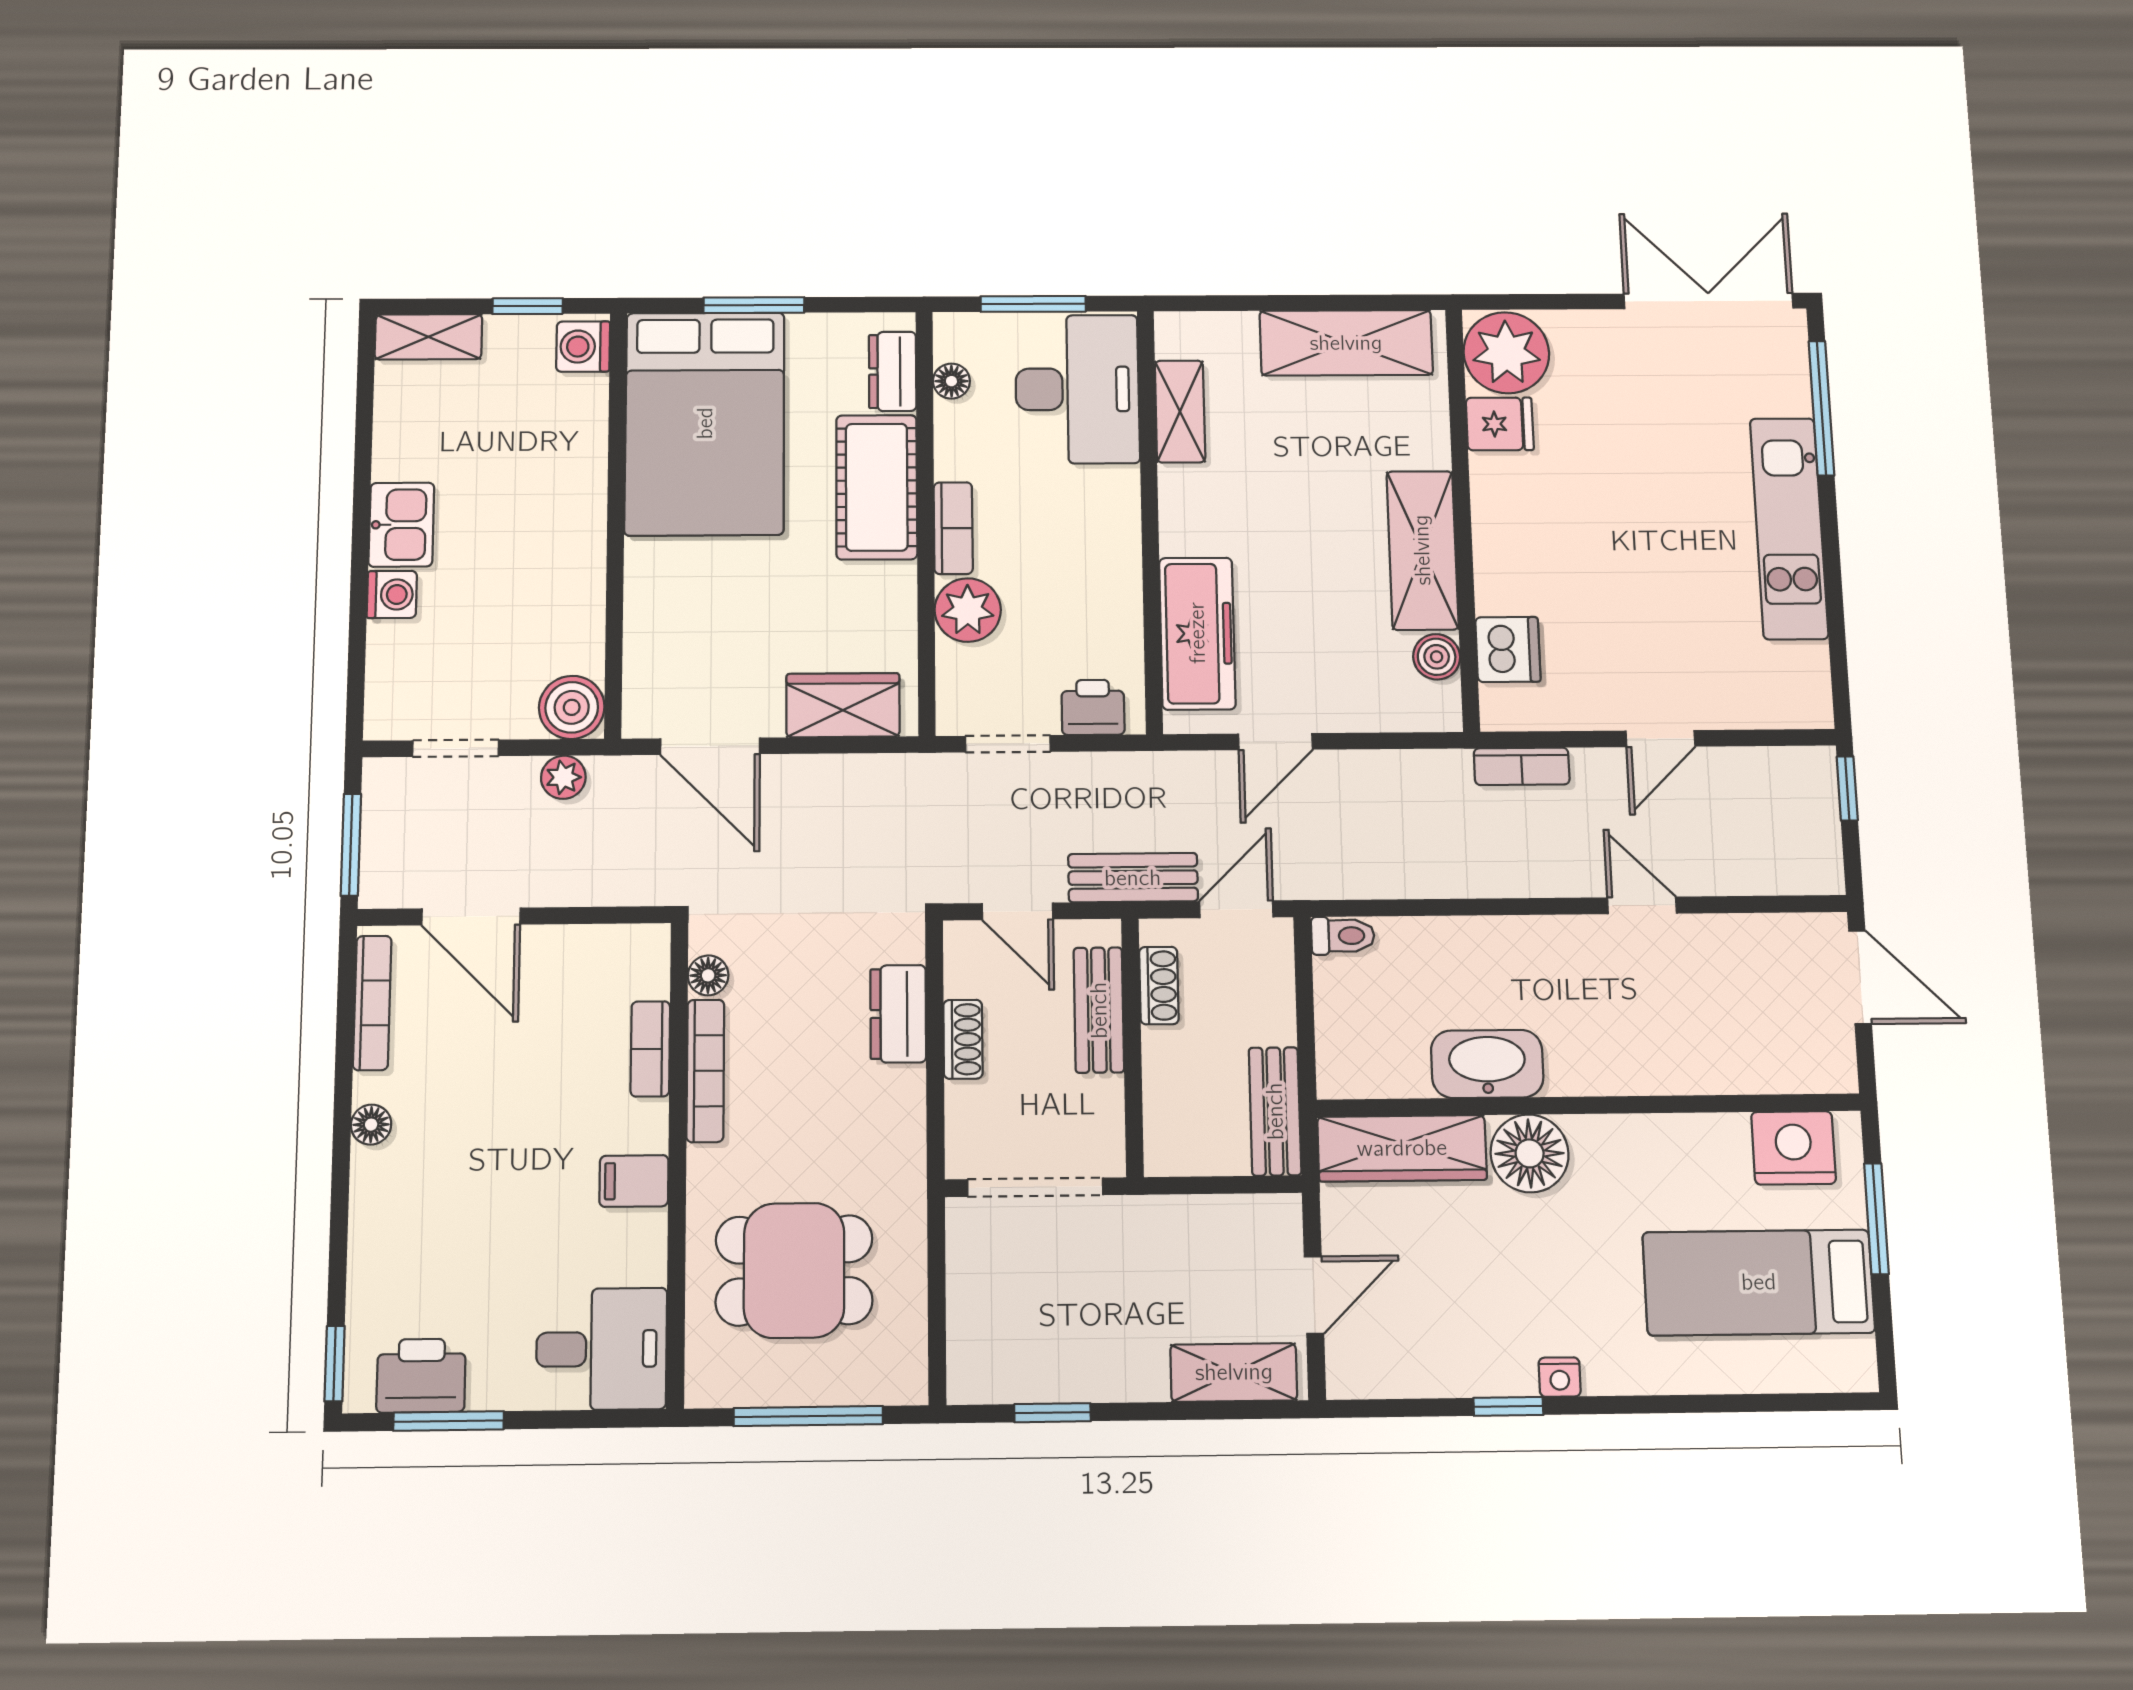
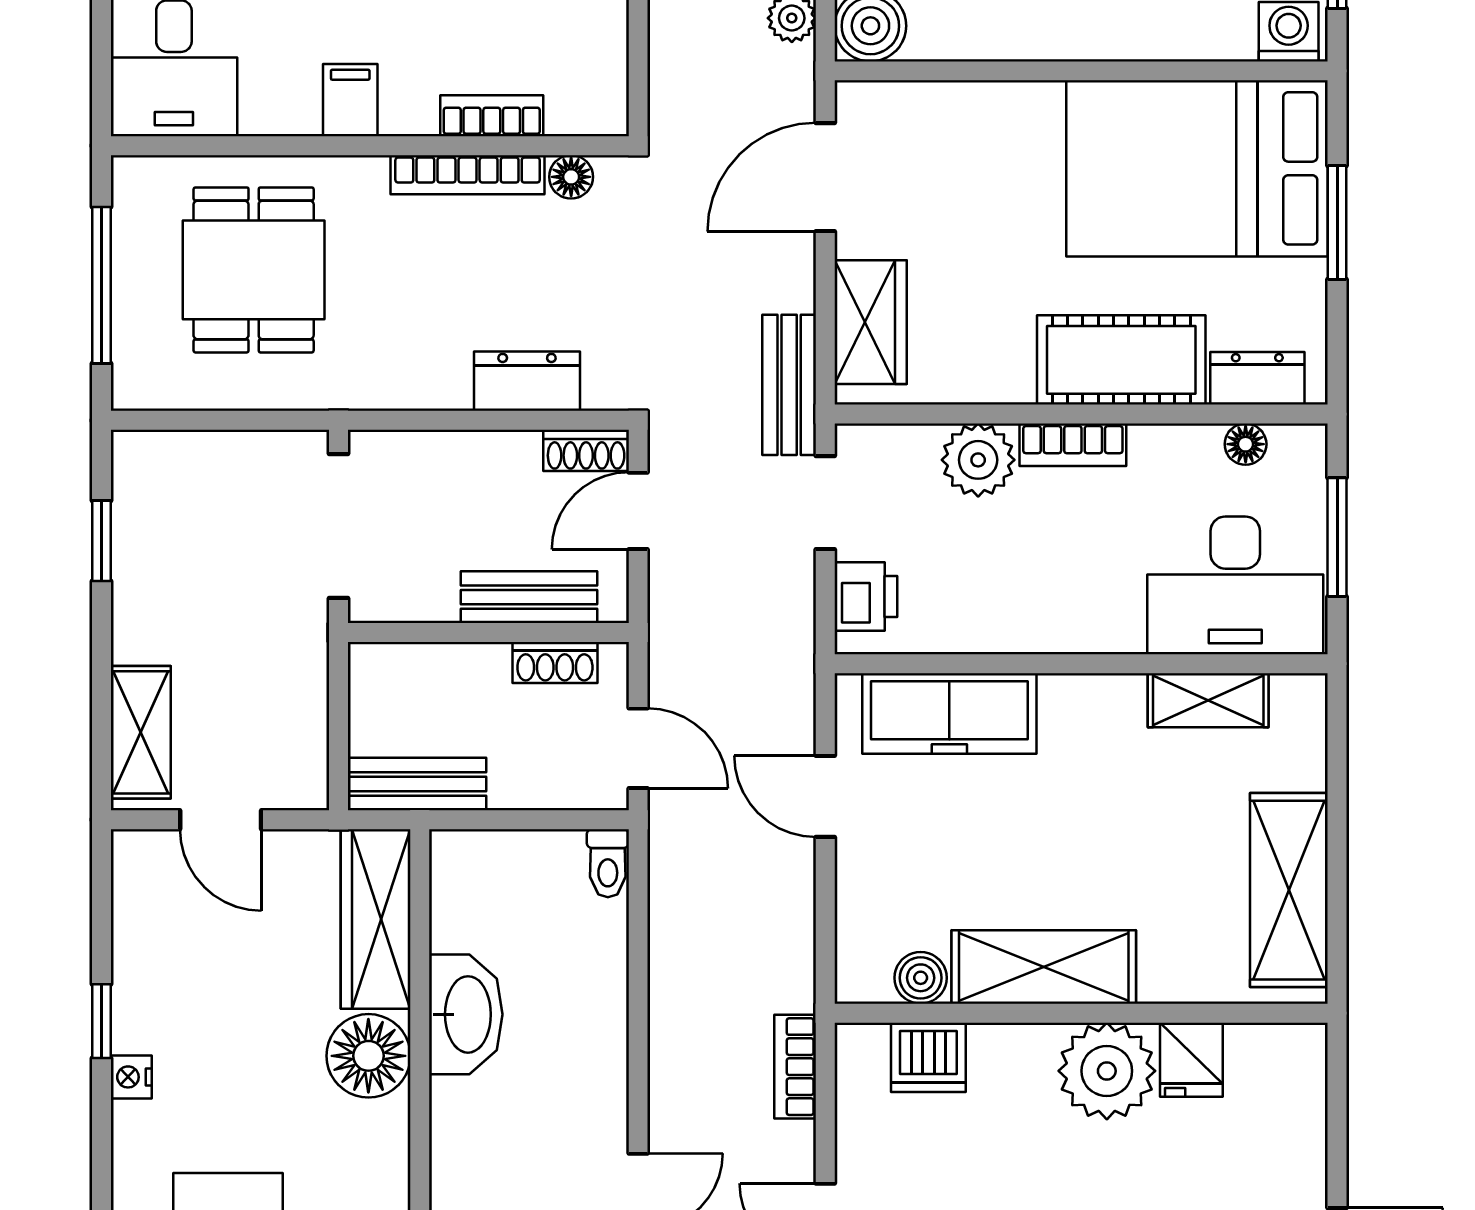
plant: (1506, 353) -> (1107, 1071), moved
bench: (1133, 878) -> (789, 385), moved
shoe rack: (963, 1039) -> (586, 450), moved

